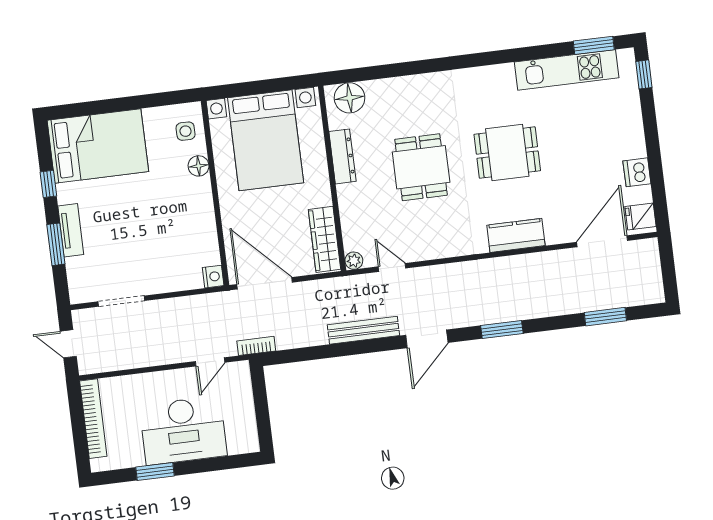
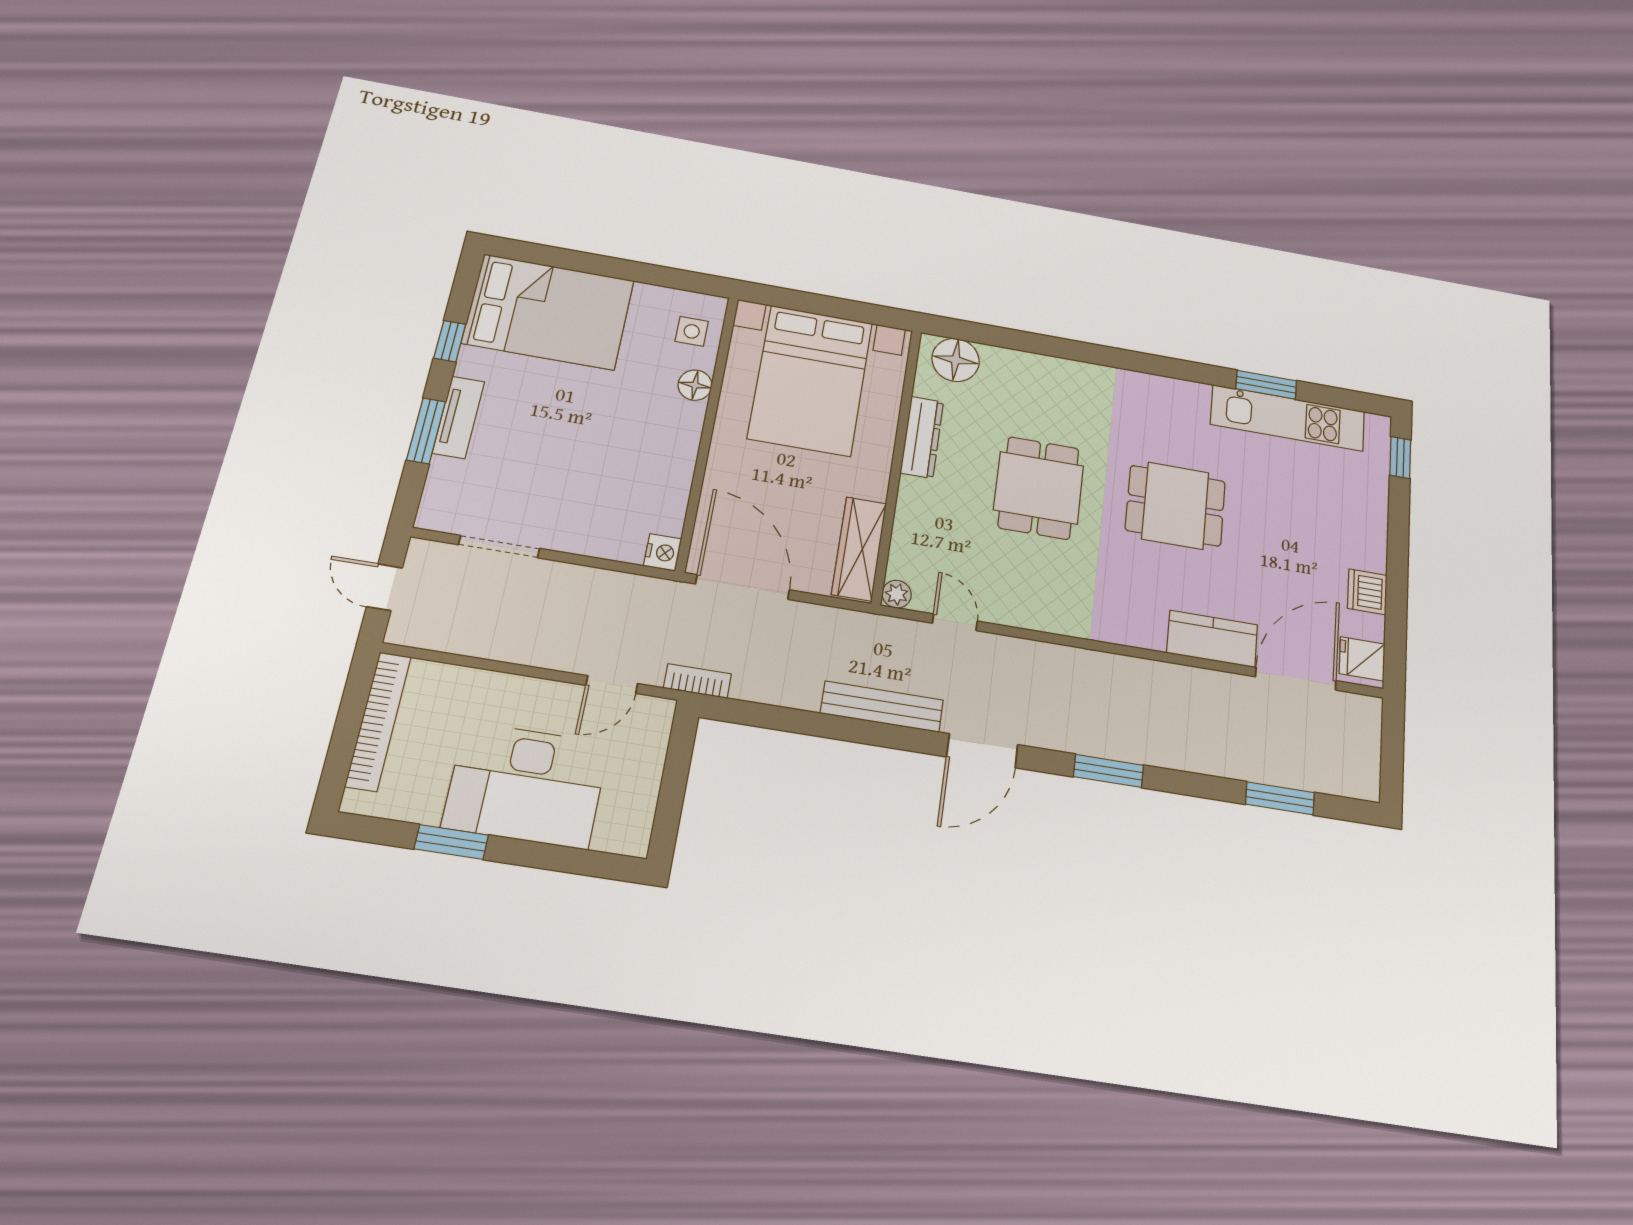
window: (594, 45) -> (1266, 385), moved
kitchen counter: (516, 235) -> (1212, 639), moved

